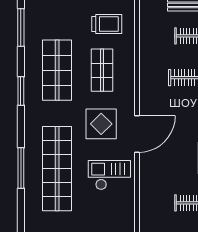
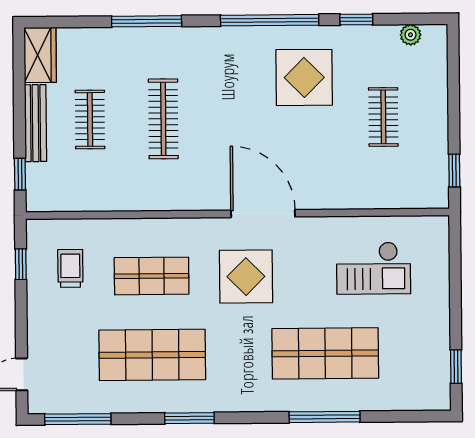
trolley: (107, 24) -> (70, 268), width x0.73, depth x0.72
shop shelf: (57, 169) -> (325, 353), width x0.71
checkout: (109, 175) -> (374, 268), moved, turned -90

